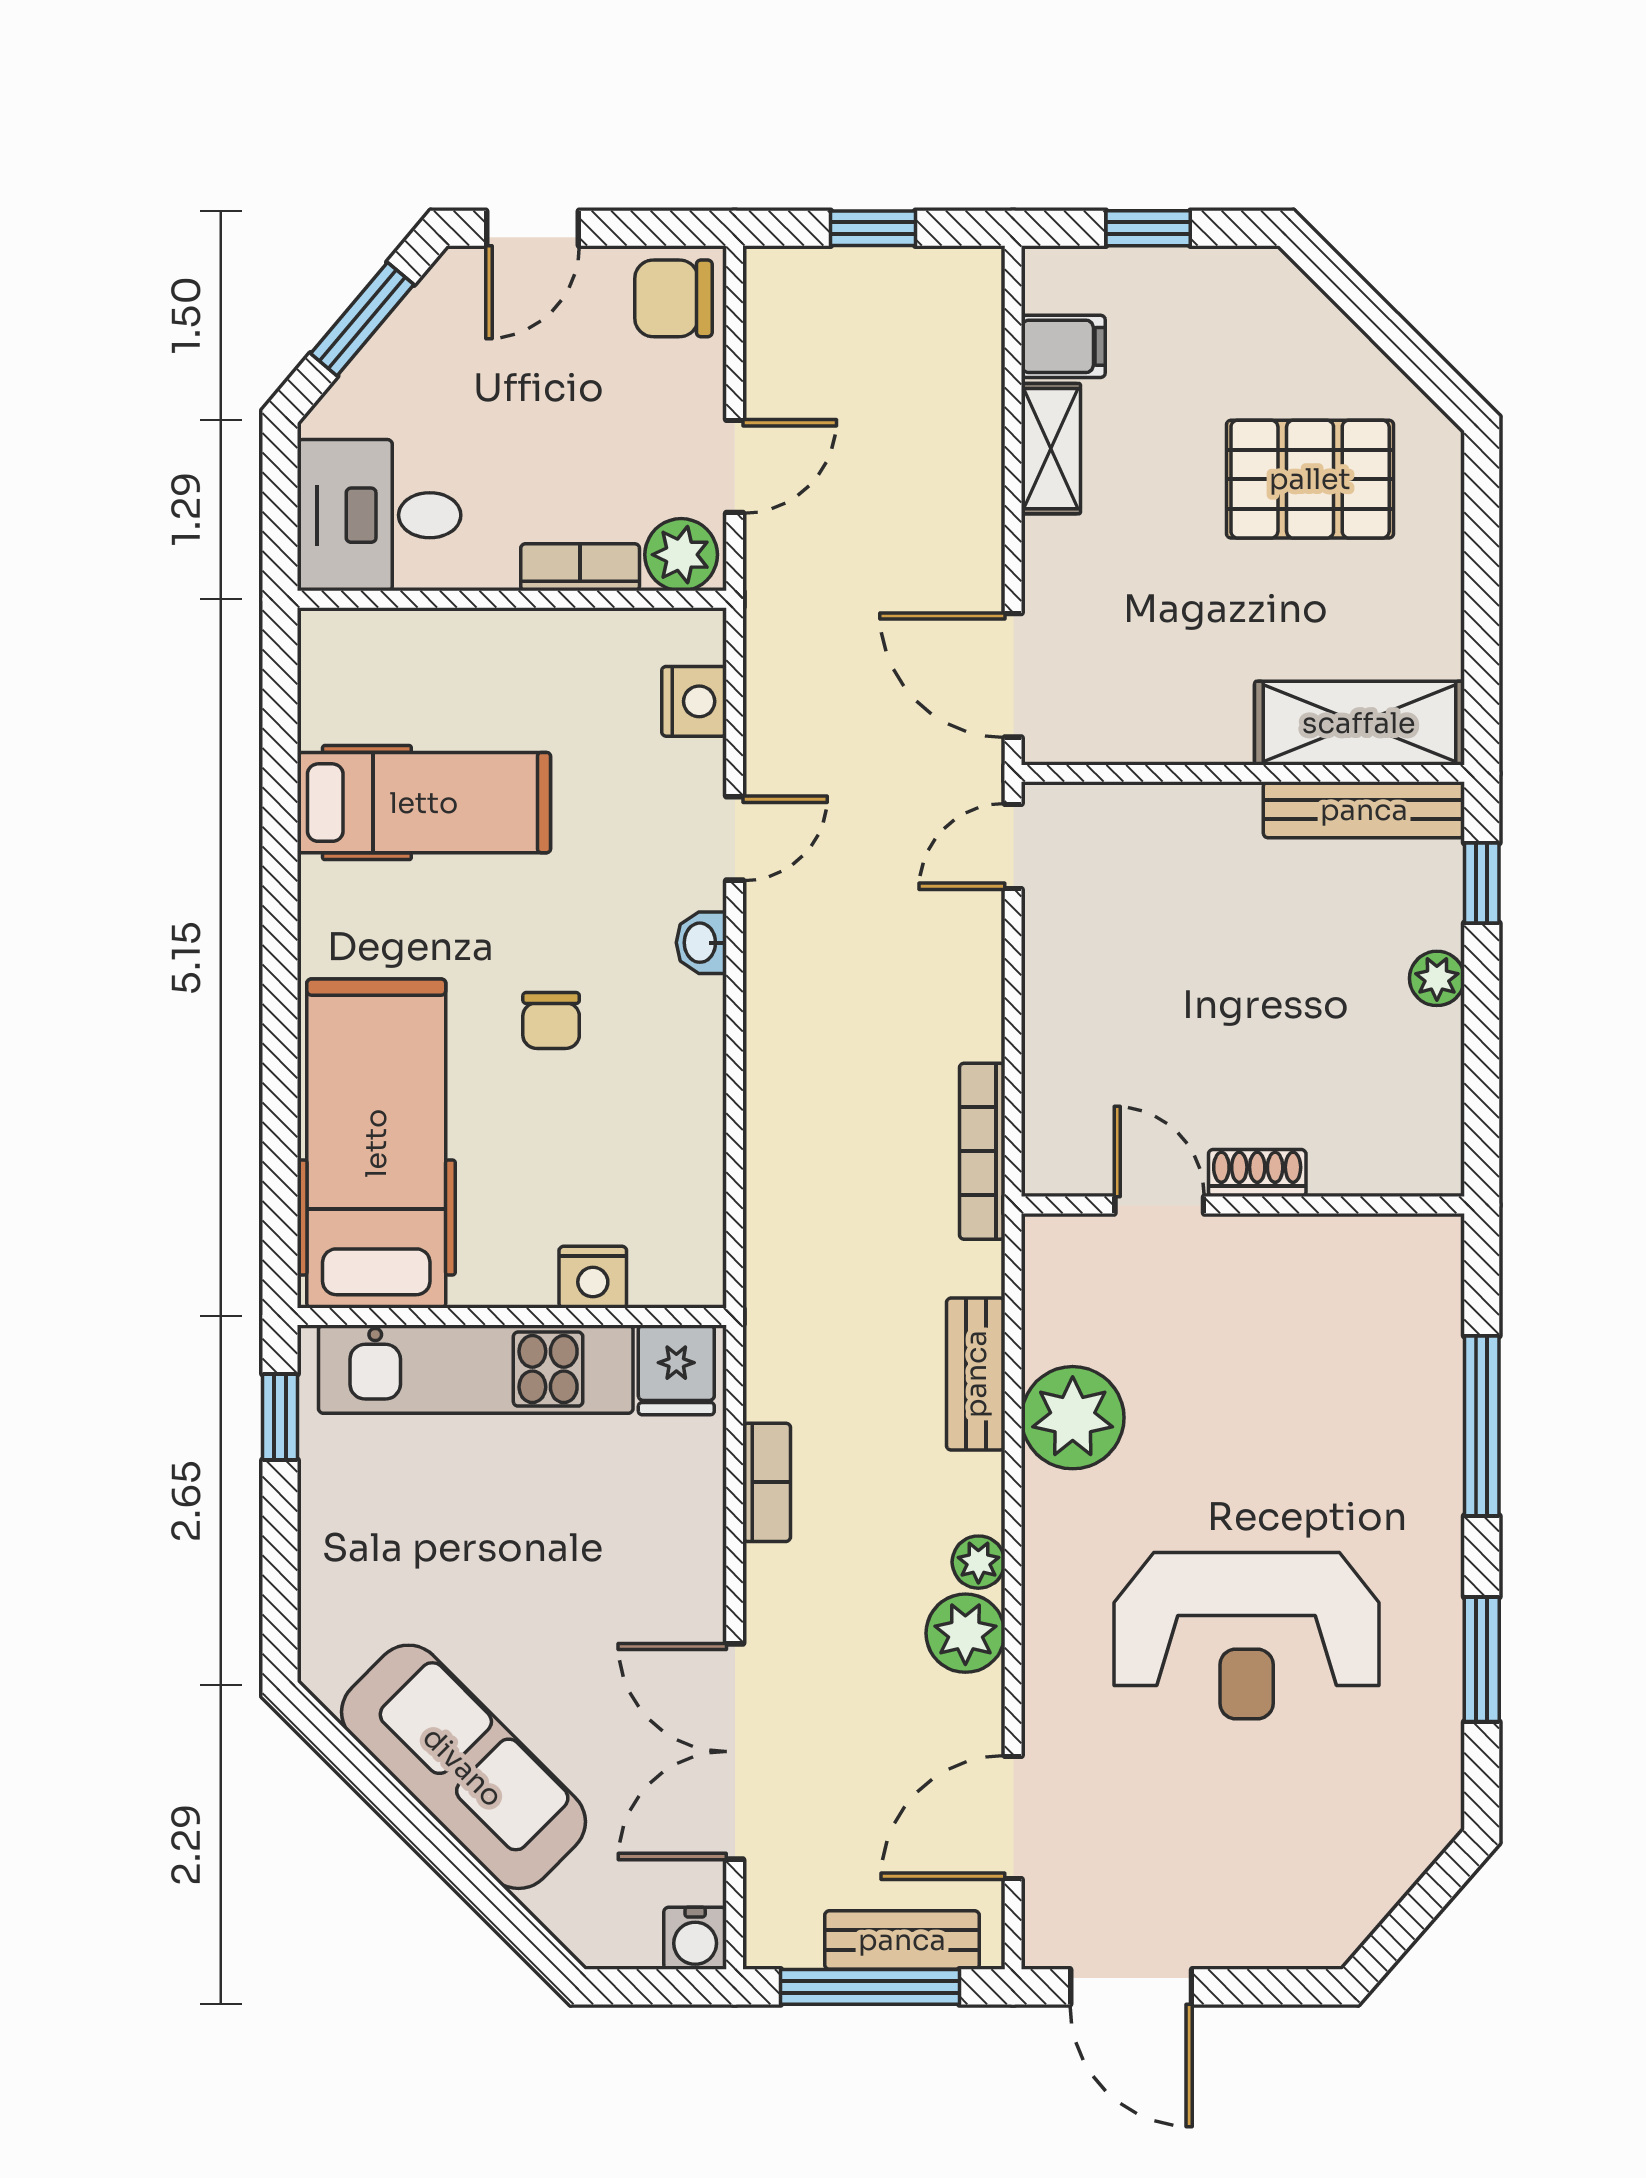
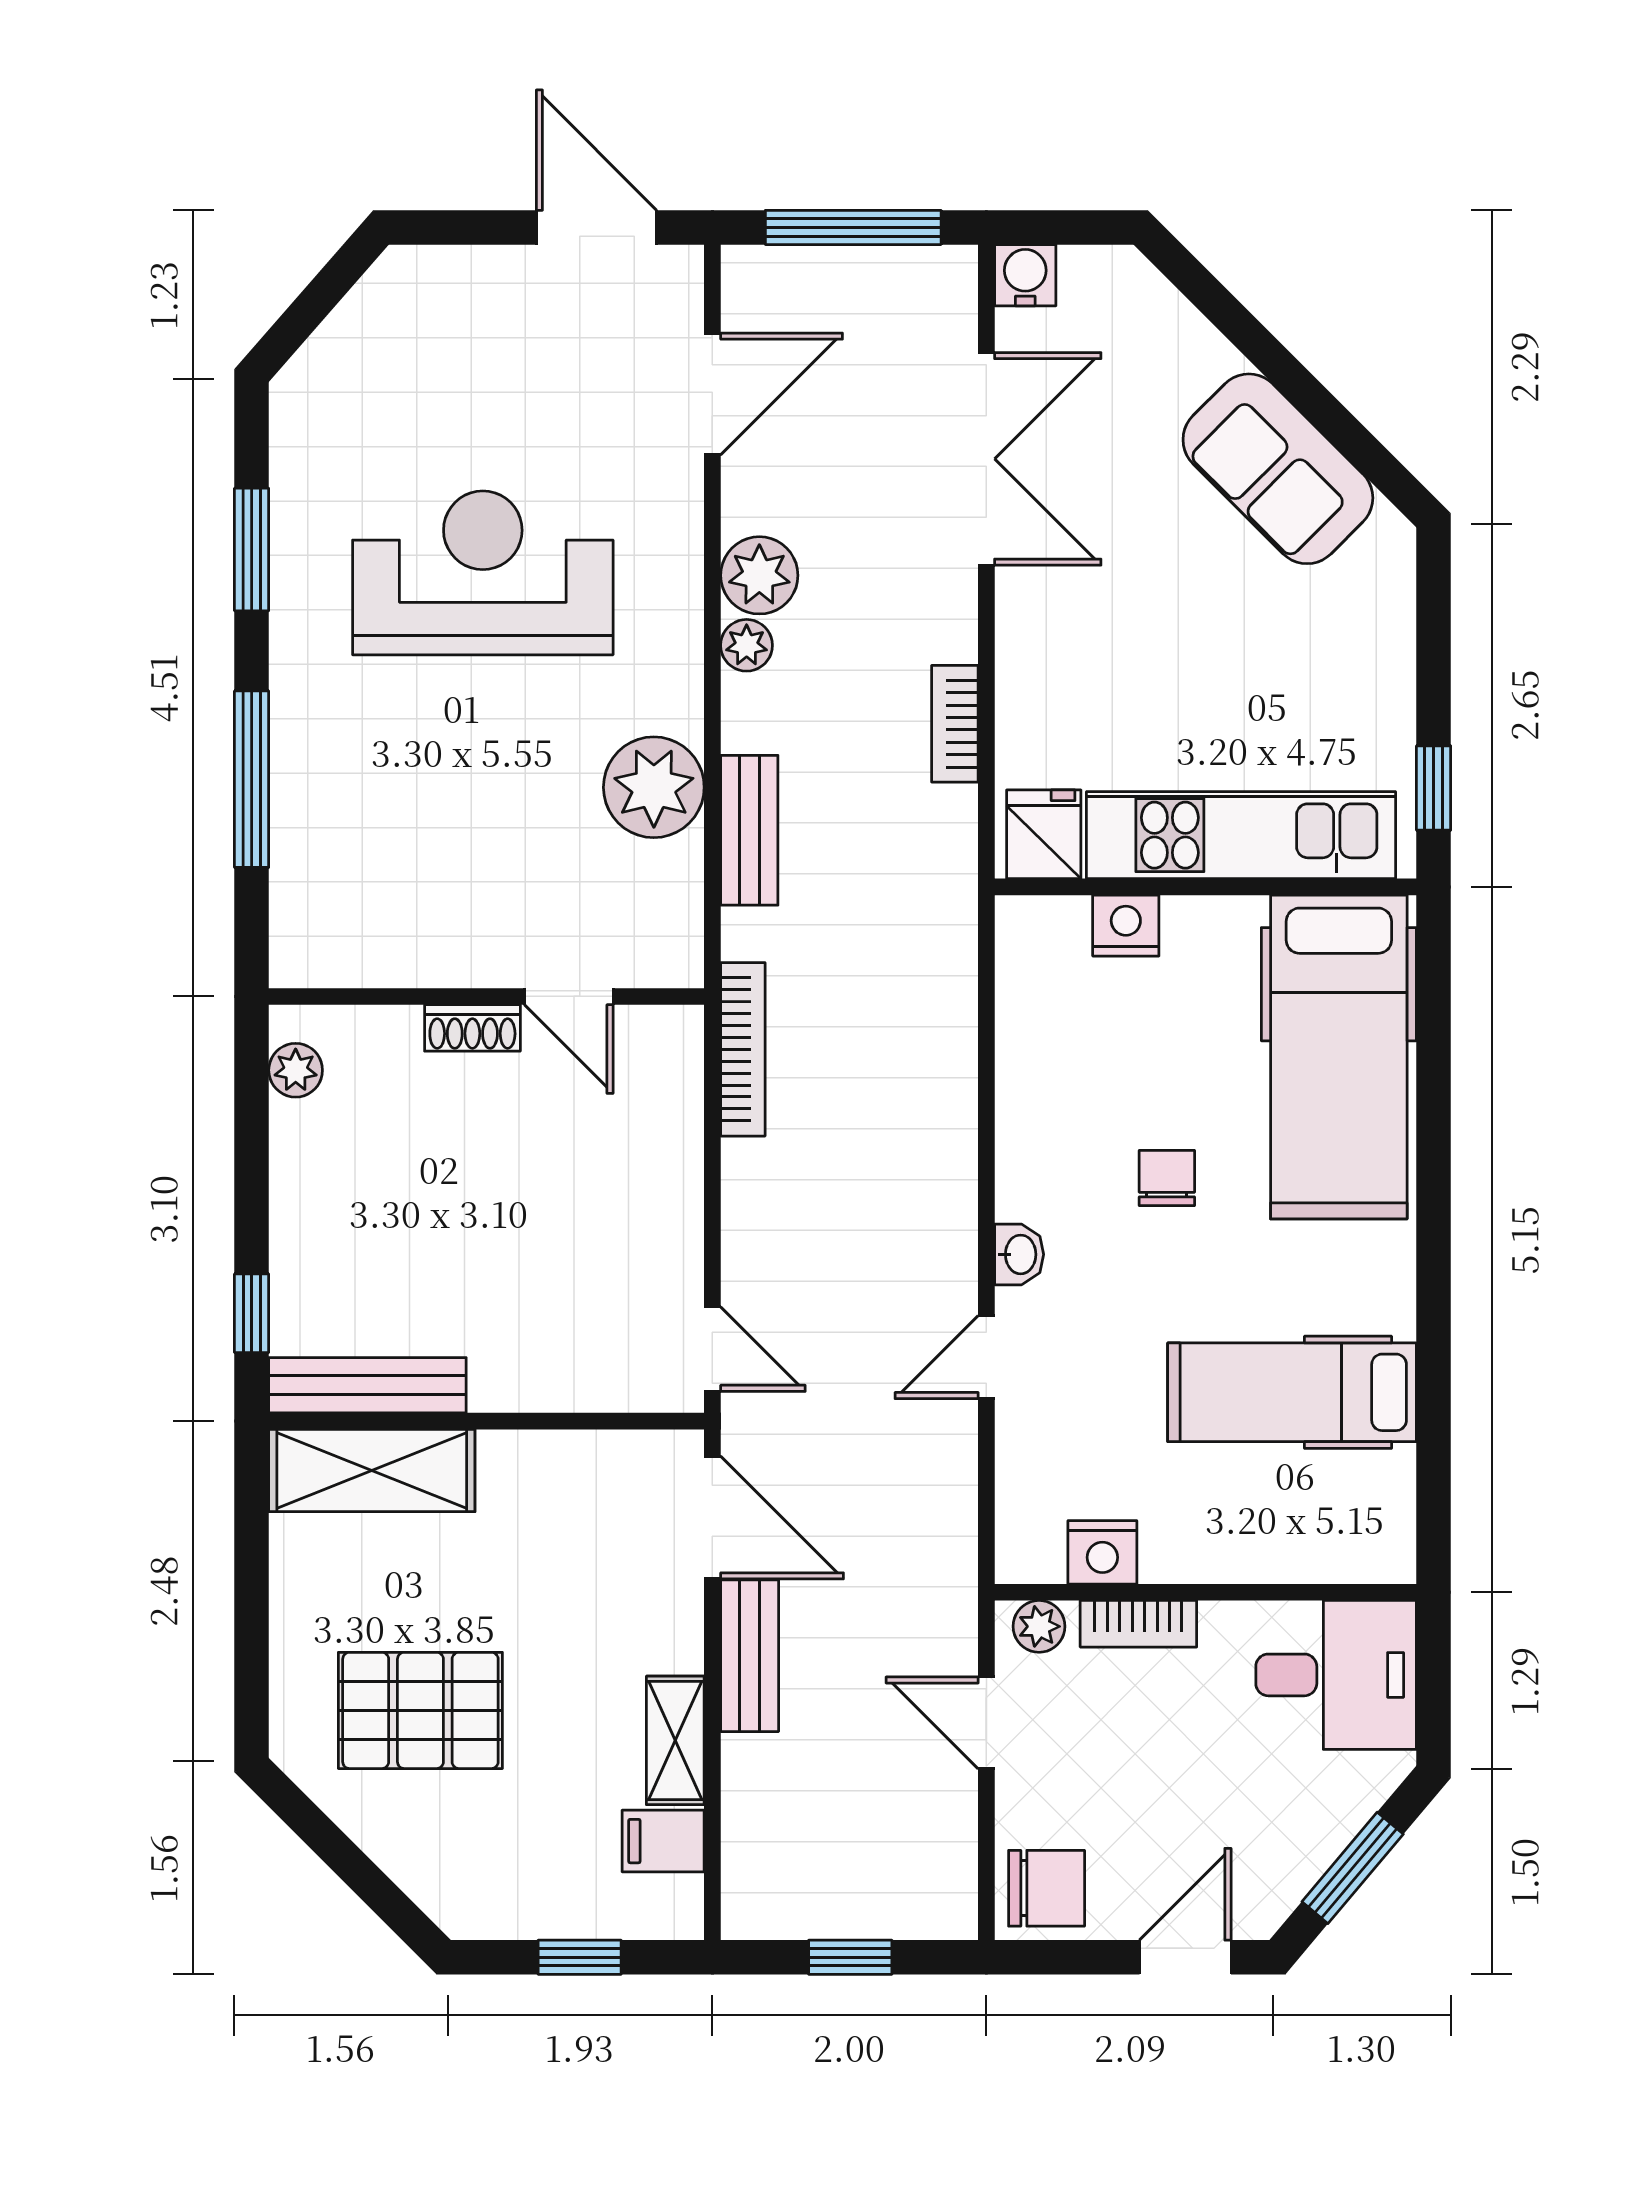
door: (735, 466) -> (986, 1723), hinge flipped
plant: (681, 555) -> (1039, 1626), width x0.73, depth x0.73
nightstand: (694, 701) -> (1102, 1552), moved, turned -90
door: (1013, 846) -> (712, 1349), hinge flipped
plant: (1437, 978) -> (296, 1070), moved
sofa: (463, 1767) -> (1278, 469), width x0.73
bench: (902, 1940) -> (750, 1656), moved, turned 90

